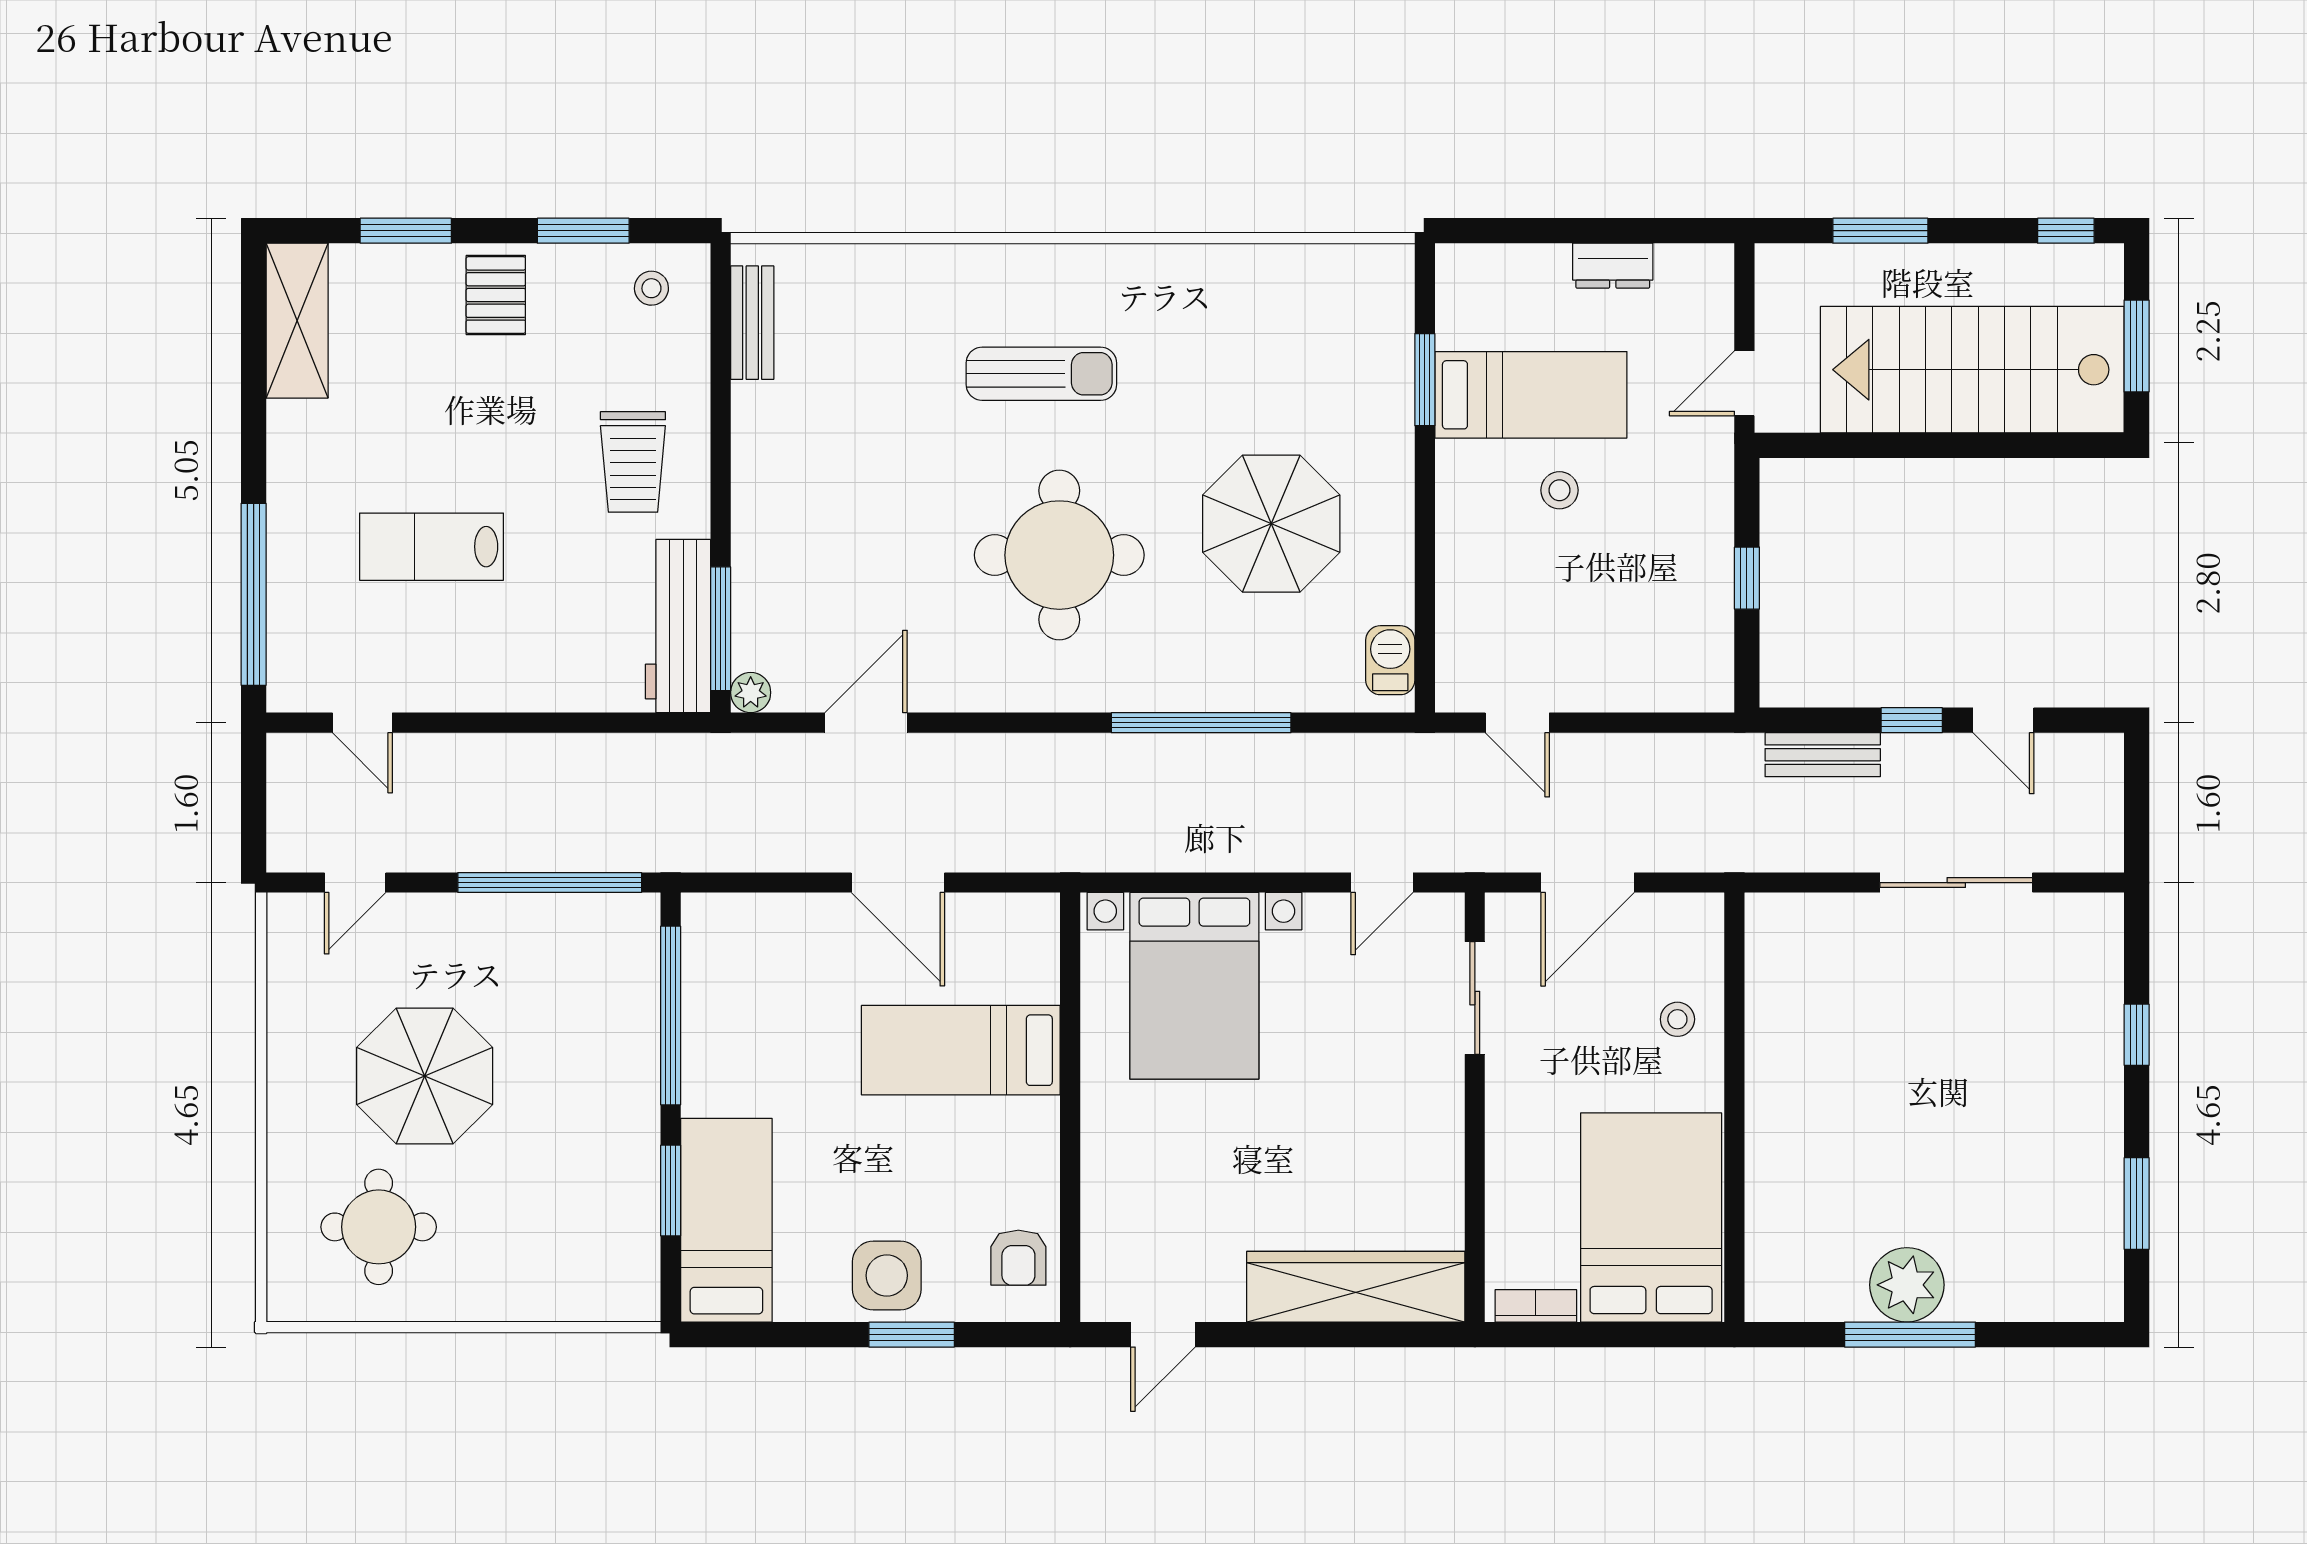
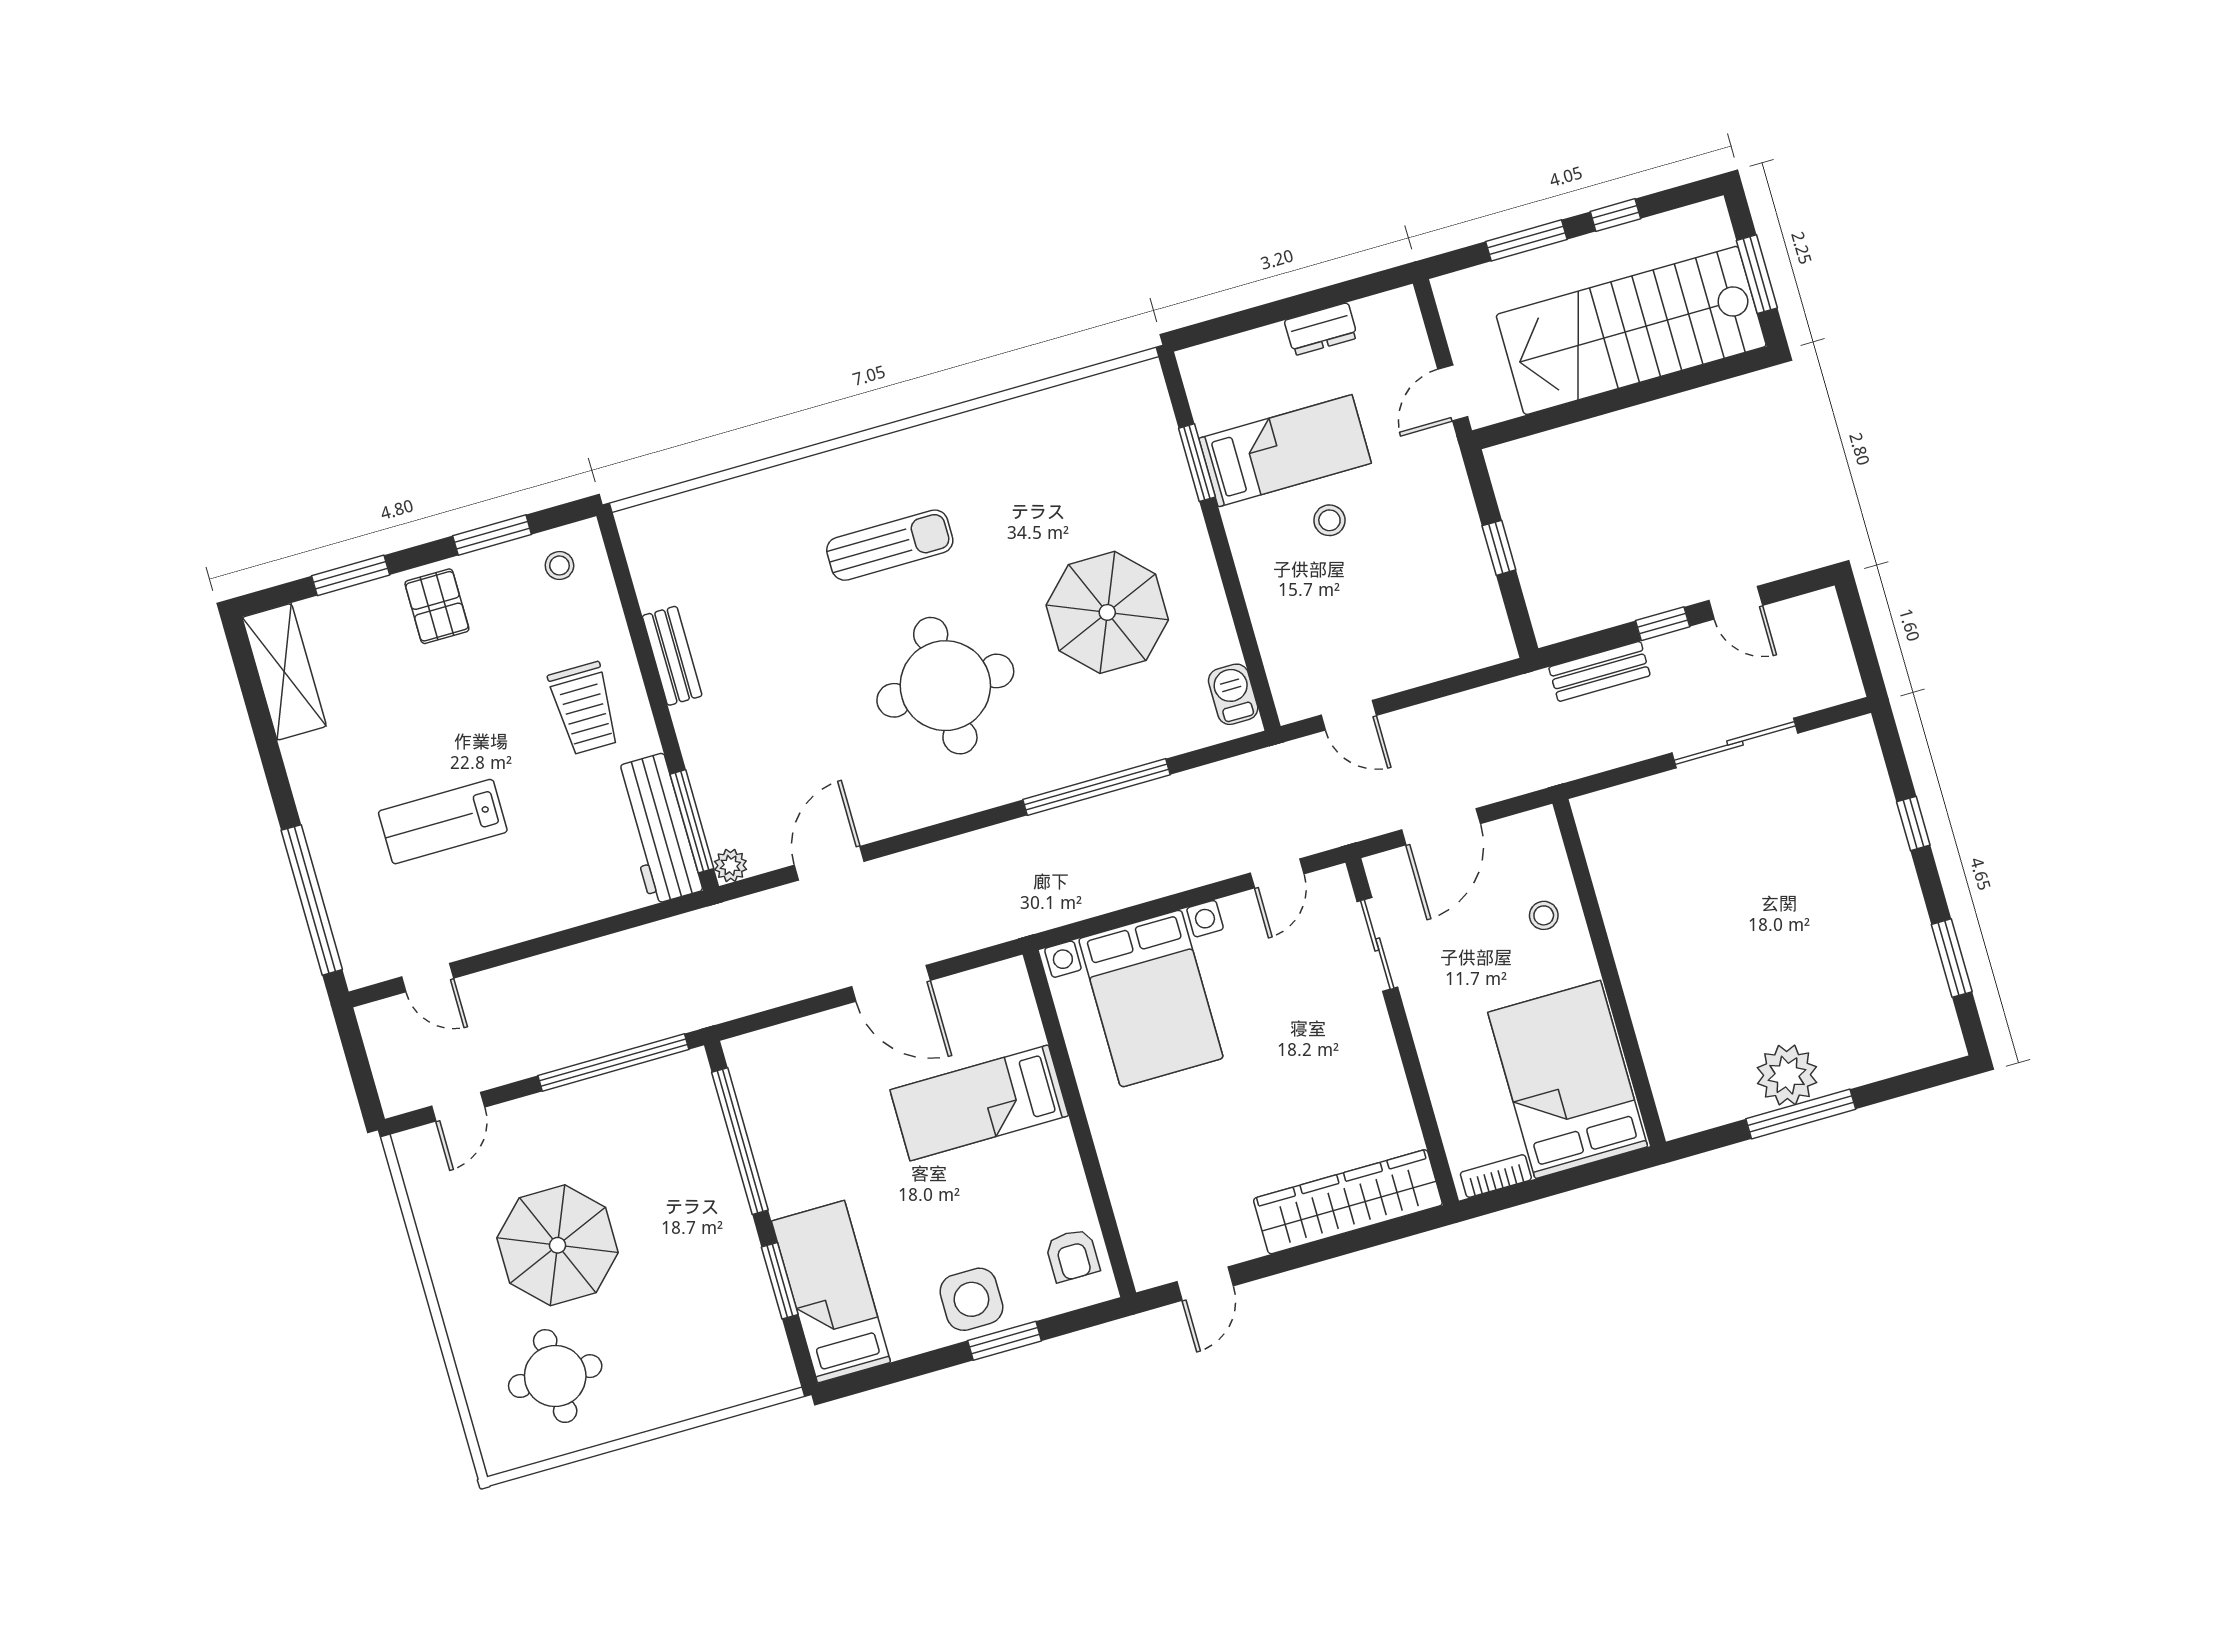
window: (2066, 231) -> (1615, 215), moved
bench: (752, 323) -> (672, 656), moved

